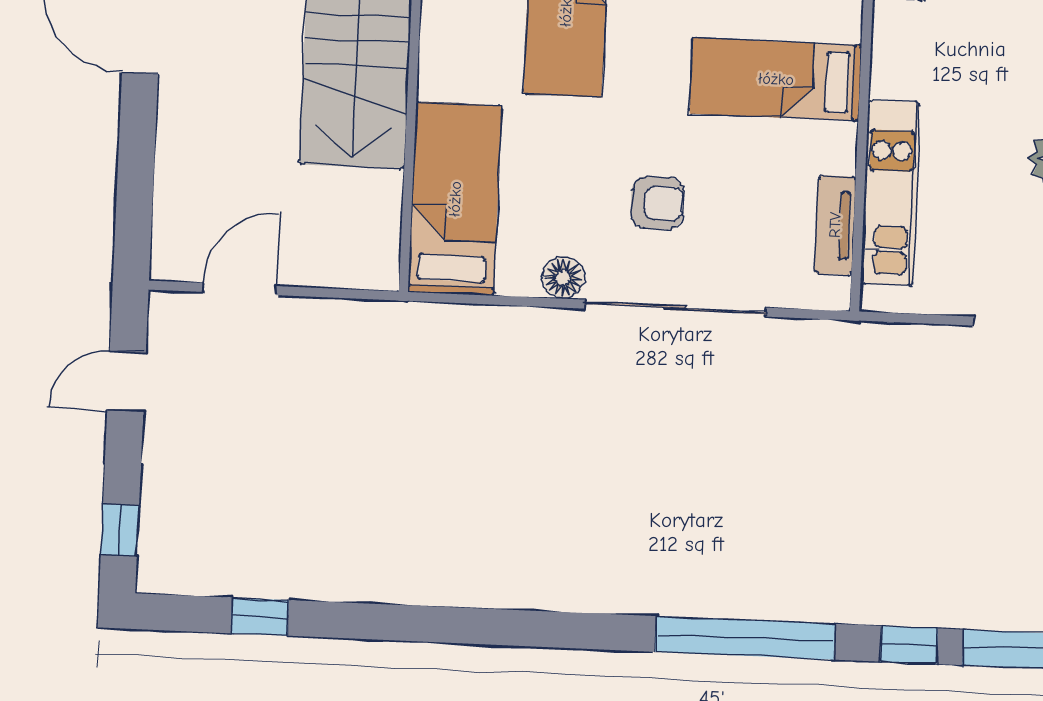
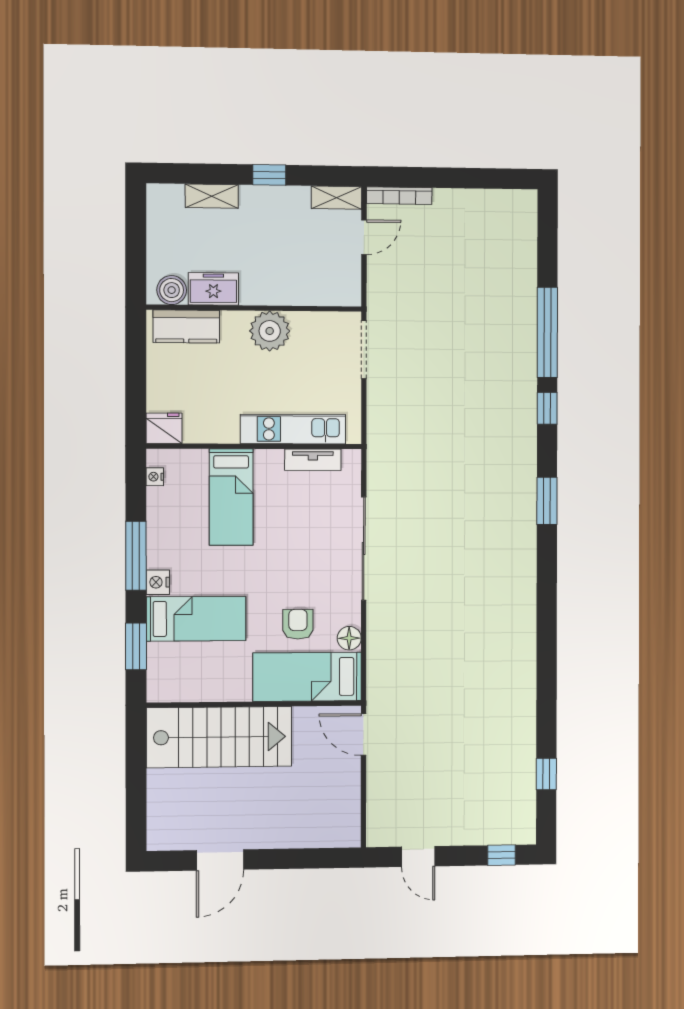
armchair: (657, 203) -> (298, 624), moved
floor lamp: (563, 278) -> (349, 638), moved
door: (240, 289) -> (364, 734), moved
window: (745, 638) -> (547, 501), width x0.47

